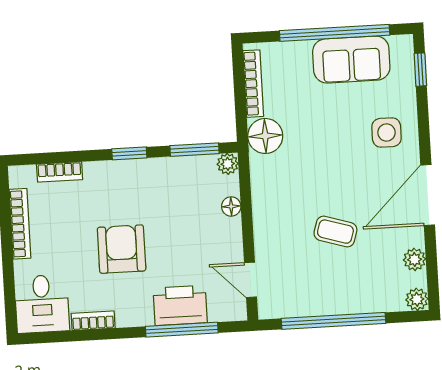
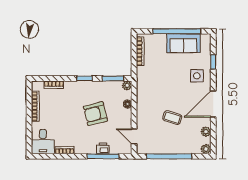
window: (420, 70) -> (213, 62), moved
floor lamp: (265, 136) -> (144, 74), removed
armchair: (122, 249) -> (95, 114), moved, turned -104
printer: (180, 305) -> (103, 148), width x0.53, depth x0.68

